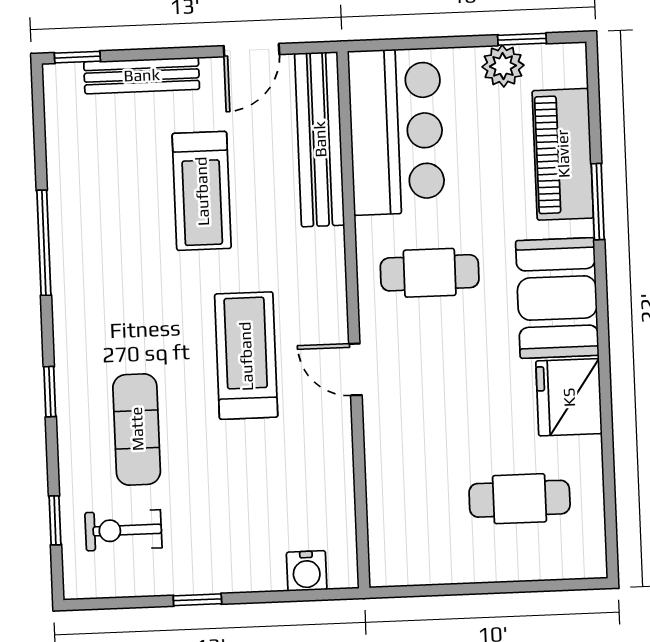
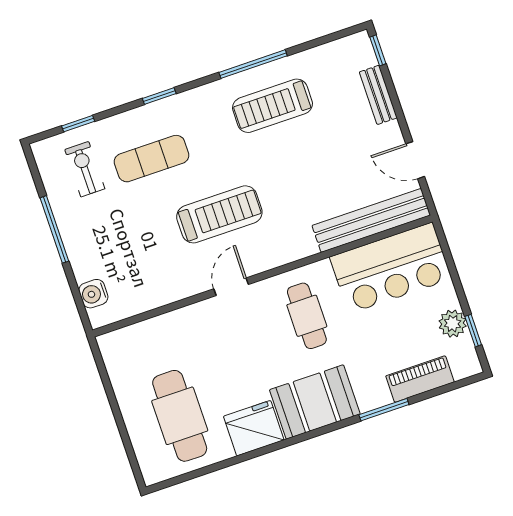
bench: (142, 75) -> (378, 95), width x0.73
piano: (563, 154) -> (420, 379), width x0.73, depth x0.75
treadmill: (202, 191) -> (272, 106), moved
cafe table: (520, 499) -> (180, 416), width x1.37, depth x1.35
window: (197, 600) -> (54, 229), width x2.17

